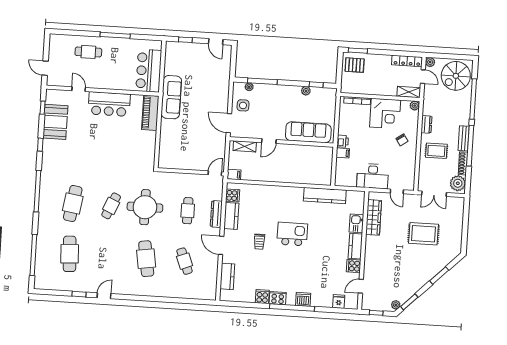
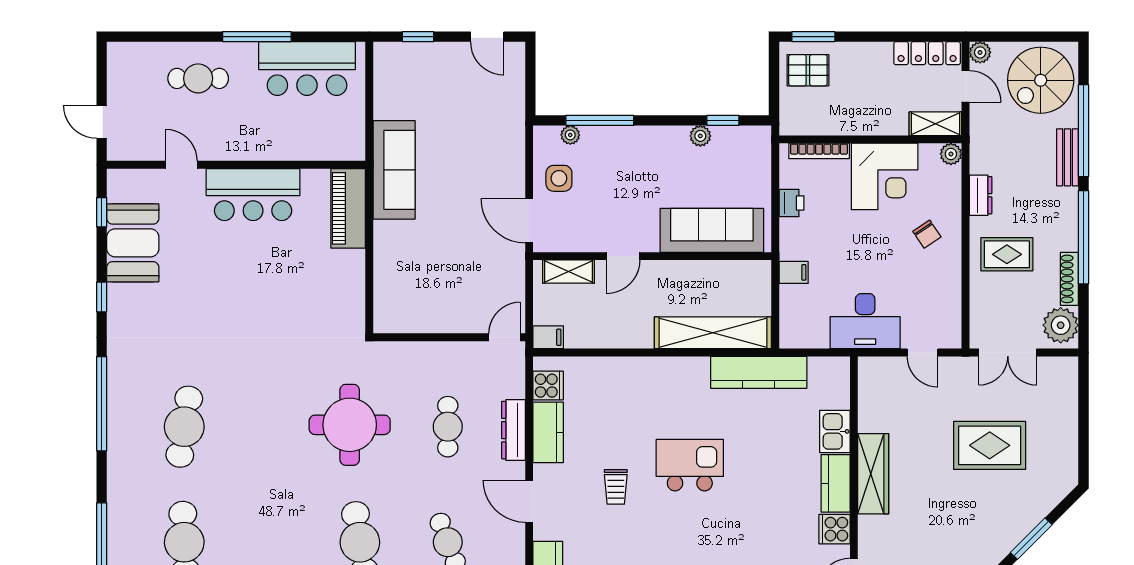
bar counter: (149, 71) -> (307, 69), moved, turned -90
bench: (464, 138) -> (1068, 157), moved
printer: (343, 141) -> (791, 203), moved
shelving: (306, 177) -> (713, 333), added
cafe table: (111, 206) -> (272, 427), removed
wardrobe: (374, 217) -> (873, 474), moved

